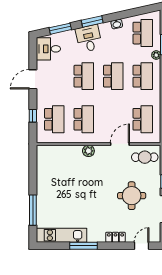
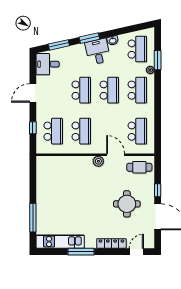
desk: (89, 38) -> (98, 52), moved
door: (120, 144) -> (116, 155), hinge flipped
plant: (88, 151) -> (98, 161), moved
locker: (115, 237) -> (111, 243), width x1.53

